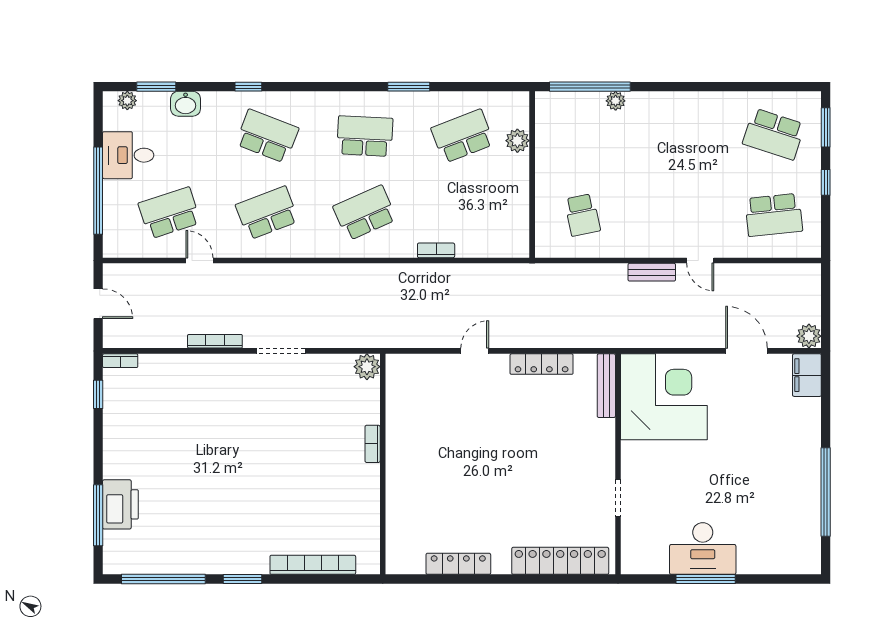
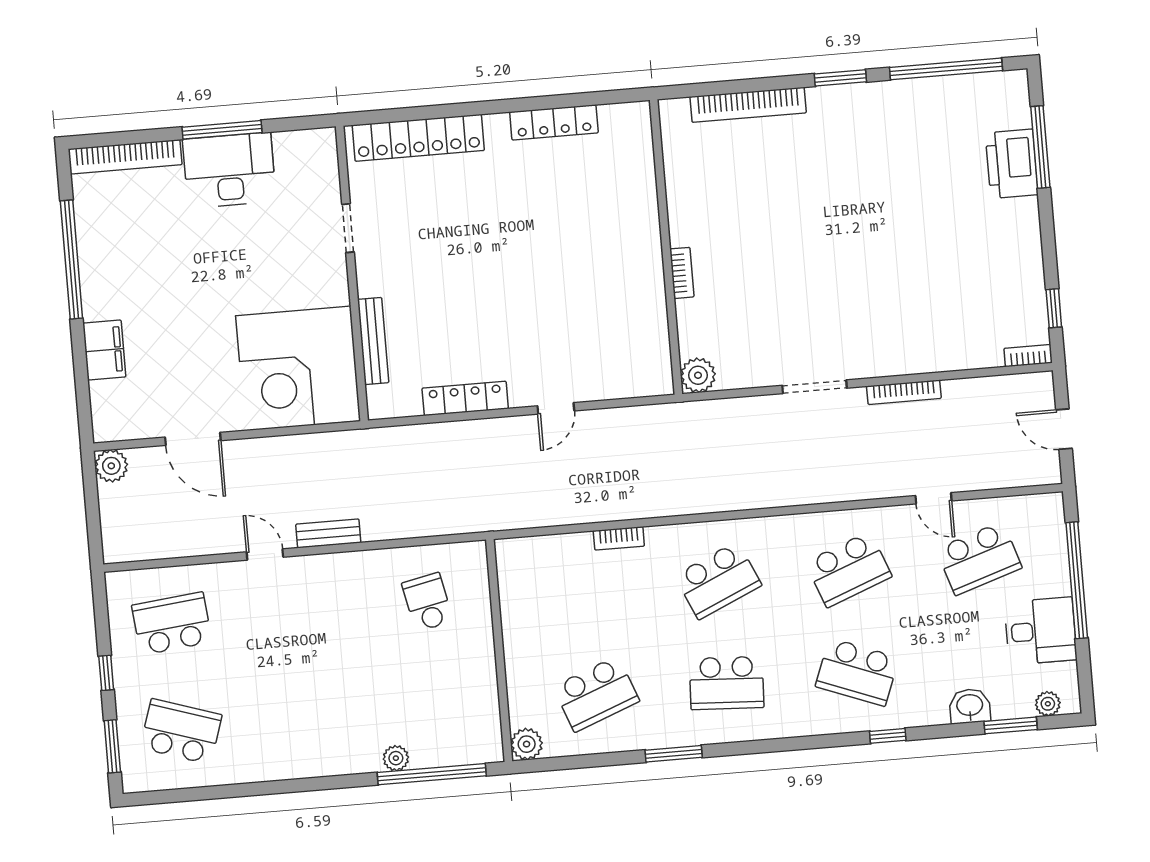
plant: (517, 141) -> (527, 744), moved
filing cabinet: (807, 375) -> (104, 350), moved
bench: (606, 386) -> (373, 341), moved
bookcase: (779, 565) -> (125, 157), added

